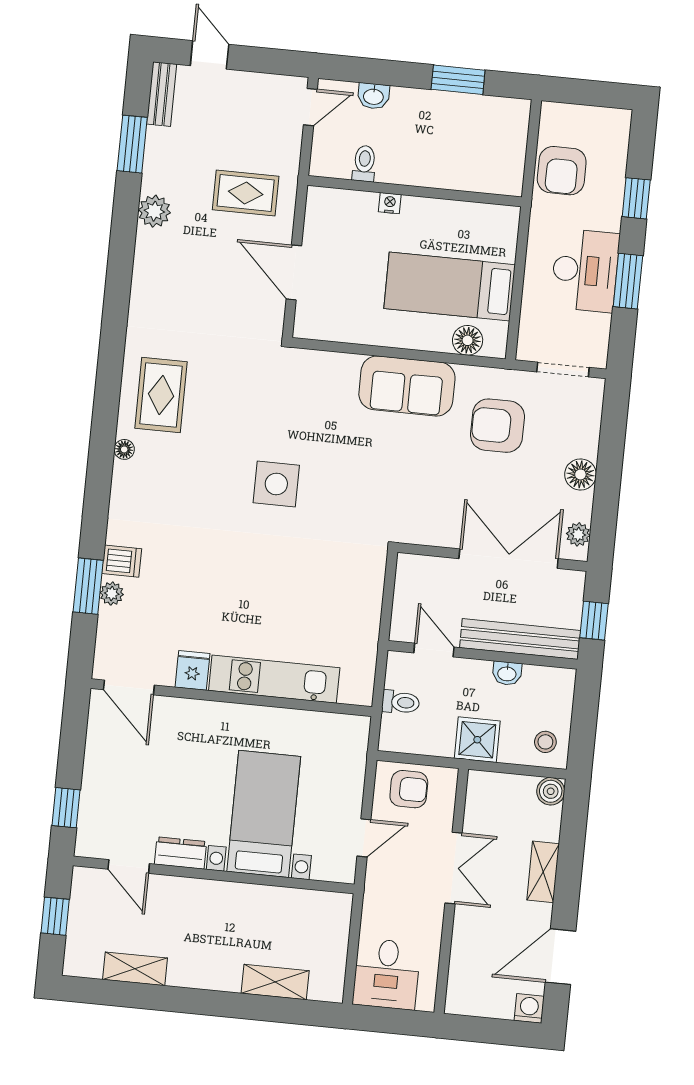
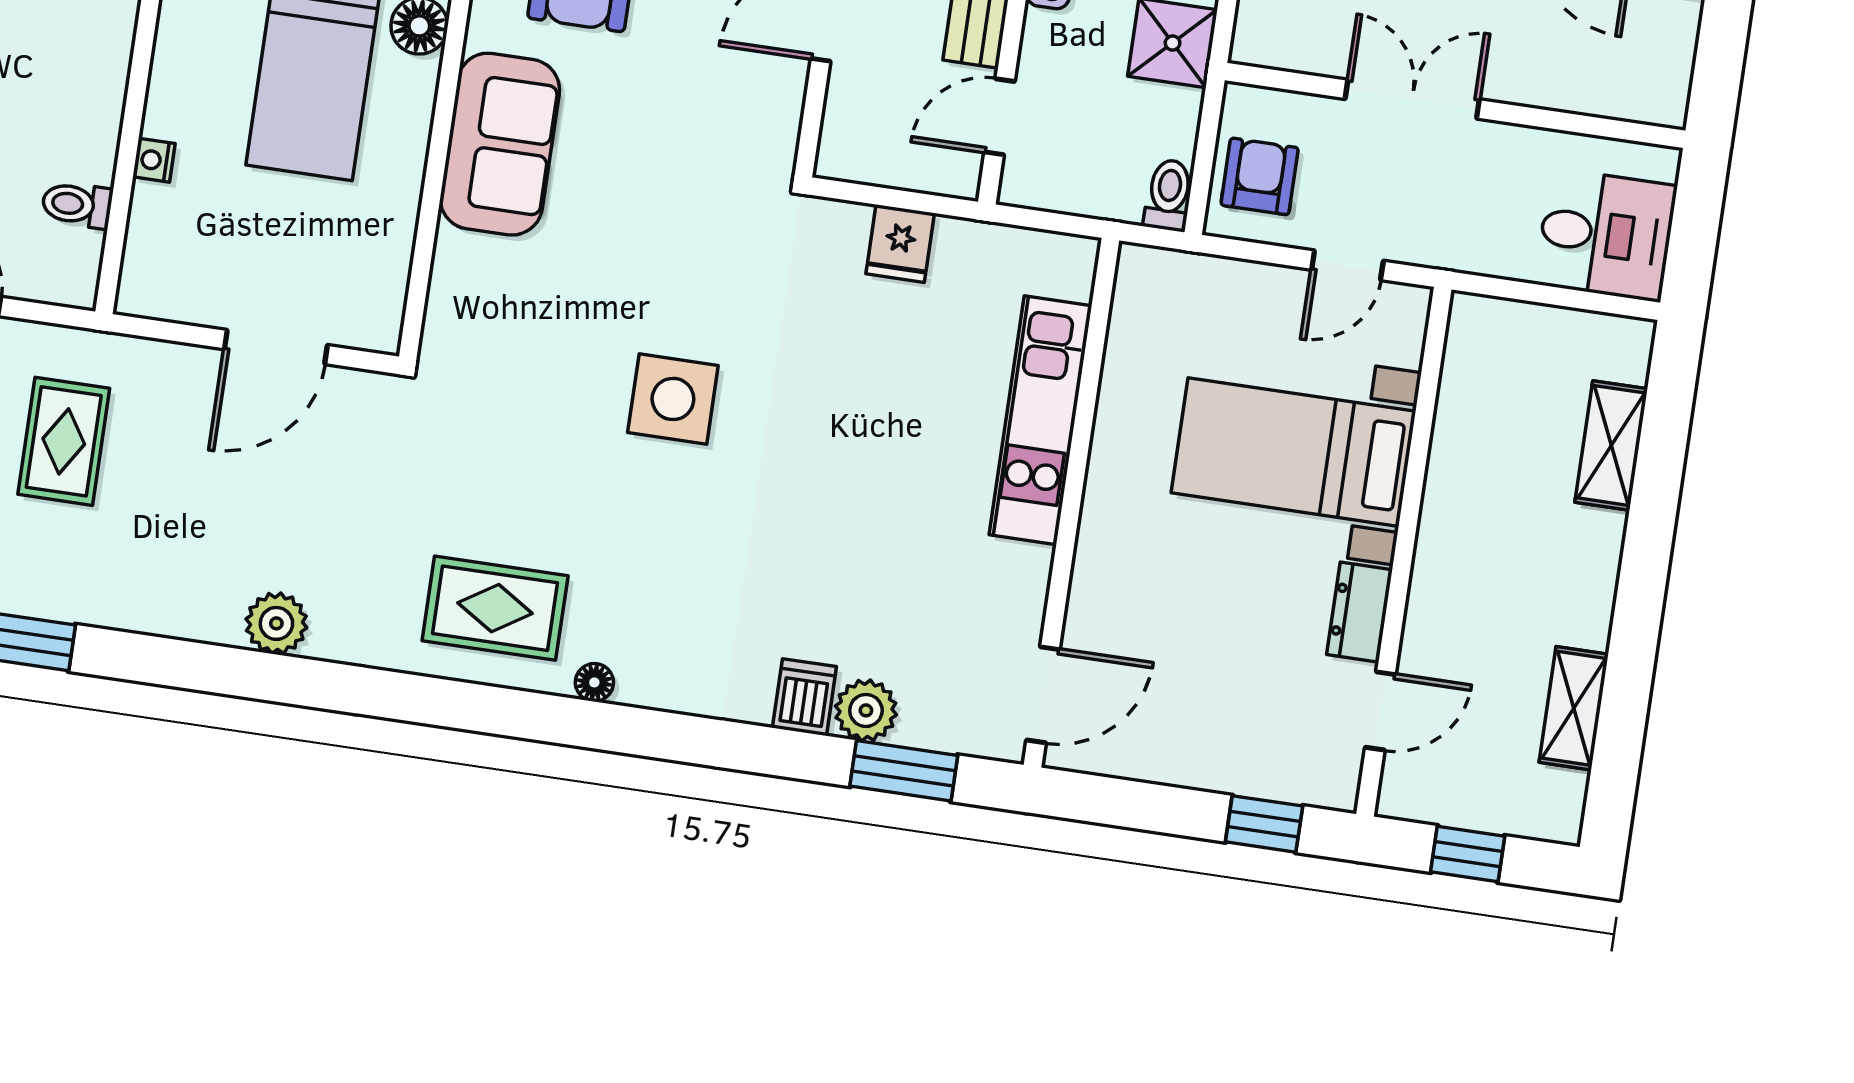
rug: (246, 193) -> (64, 441), moved
plant: (154, 211) -> (276, 623), moved
window: (88, 586) -> (904, 771), moved
plant: (112, 594) -> (866, 710), width x1.38, depth x1.38
fridge: (193, 670) -> (900, 243), moved, turned -90
toilet: (401, 702) -> (1169, 195), moved
door: (364, 838) -> (1347, 265), swing flipped

